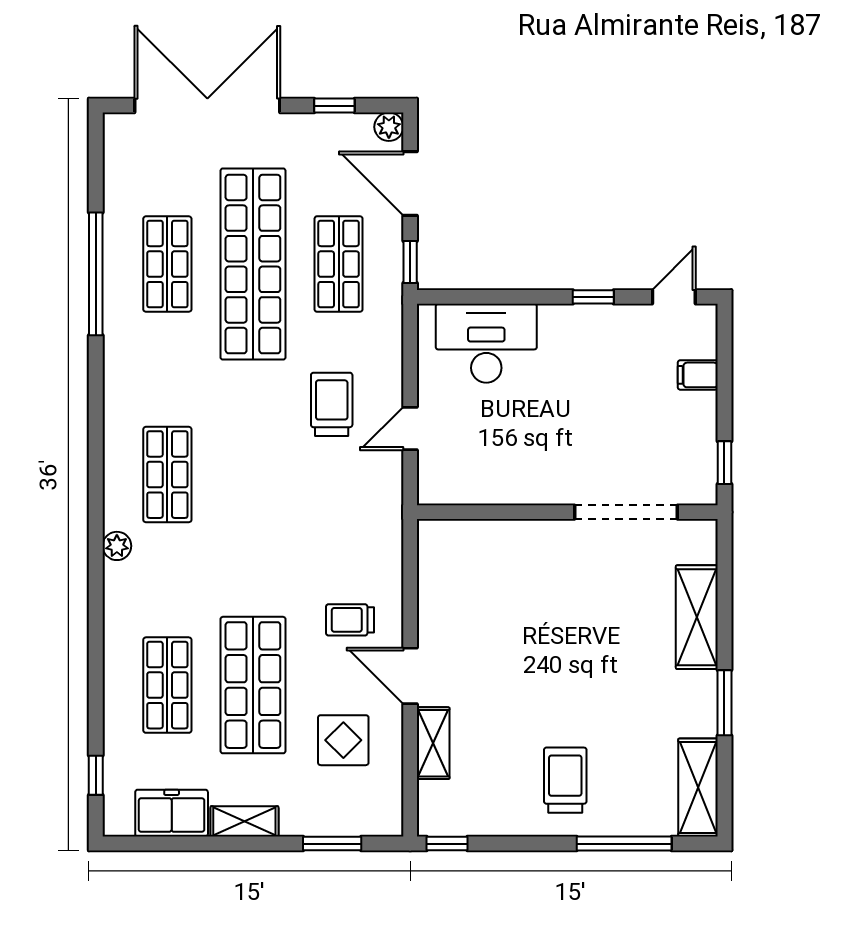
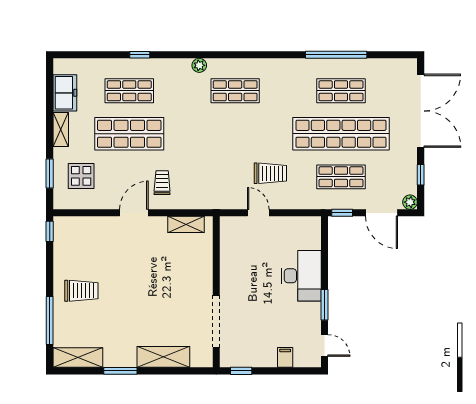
door: (410, 183) -> (381, 213), swing flipped
window: (593, 297) -> (324, 305), width x1.50
desk: (486, 343) -> (301, 276), moved
display table: (343, 740) -> (81, 176), moved
shelving: (433, 743) -> (186, 224), moved
window: (96, 775) -> (140, 55), moved

